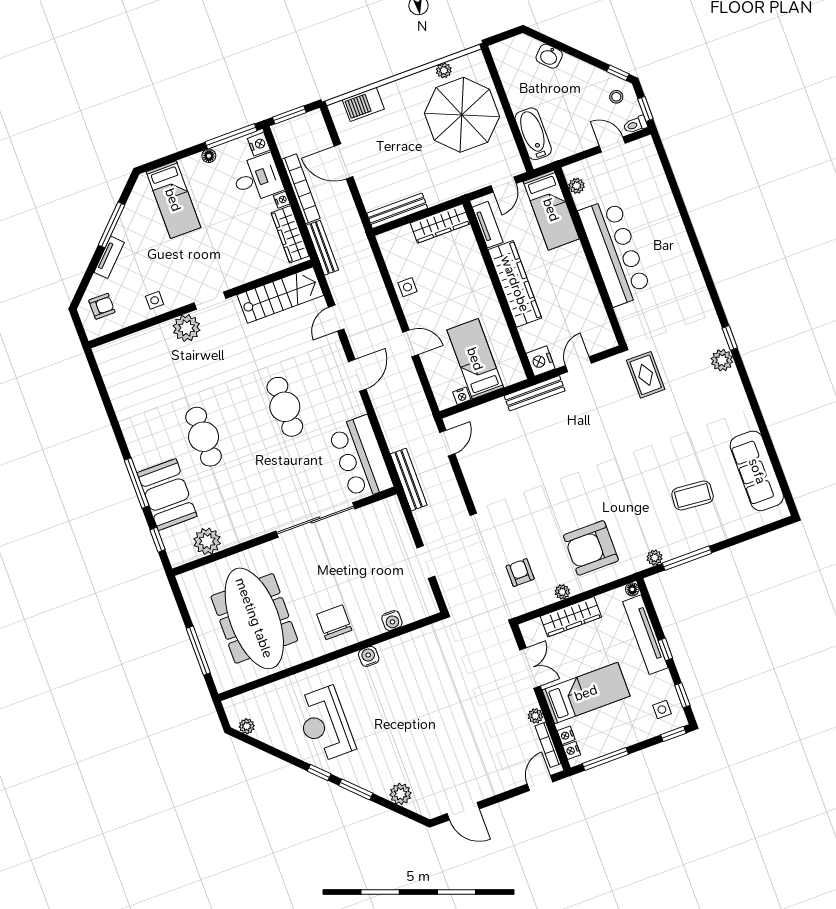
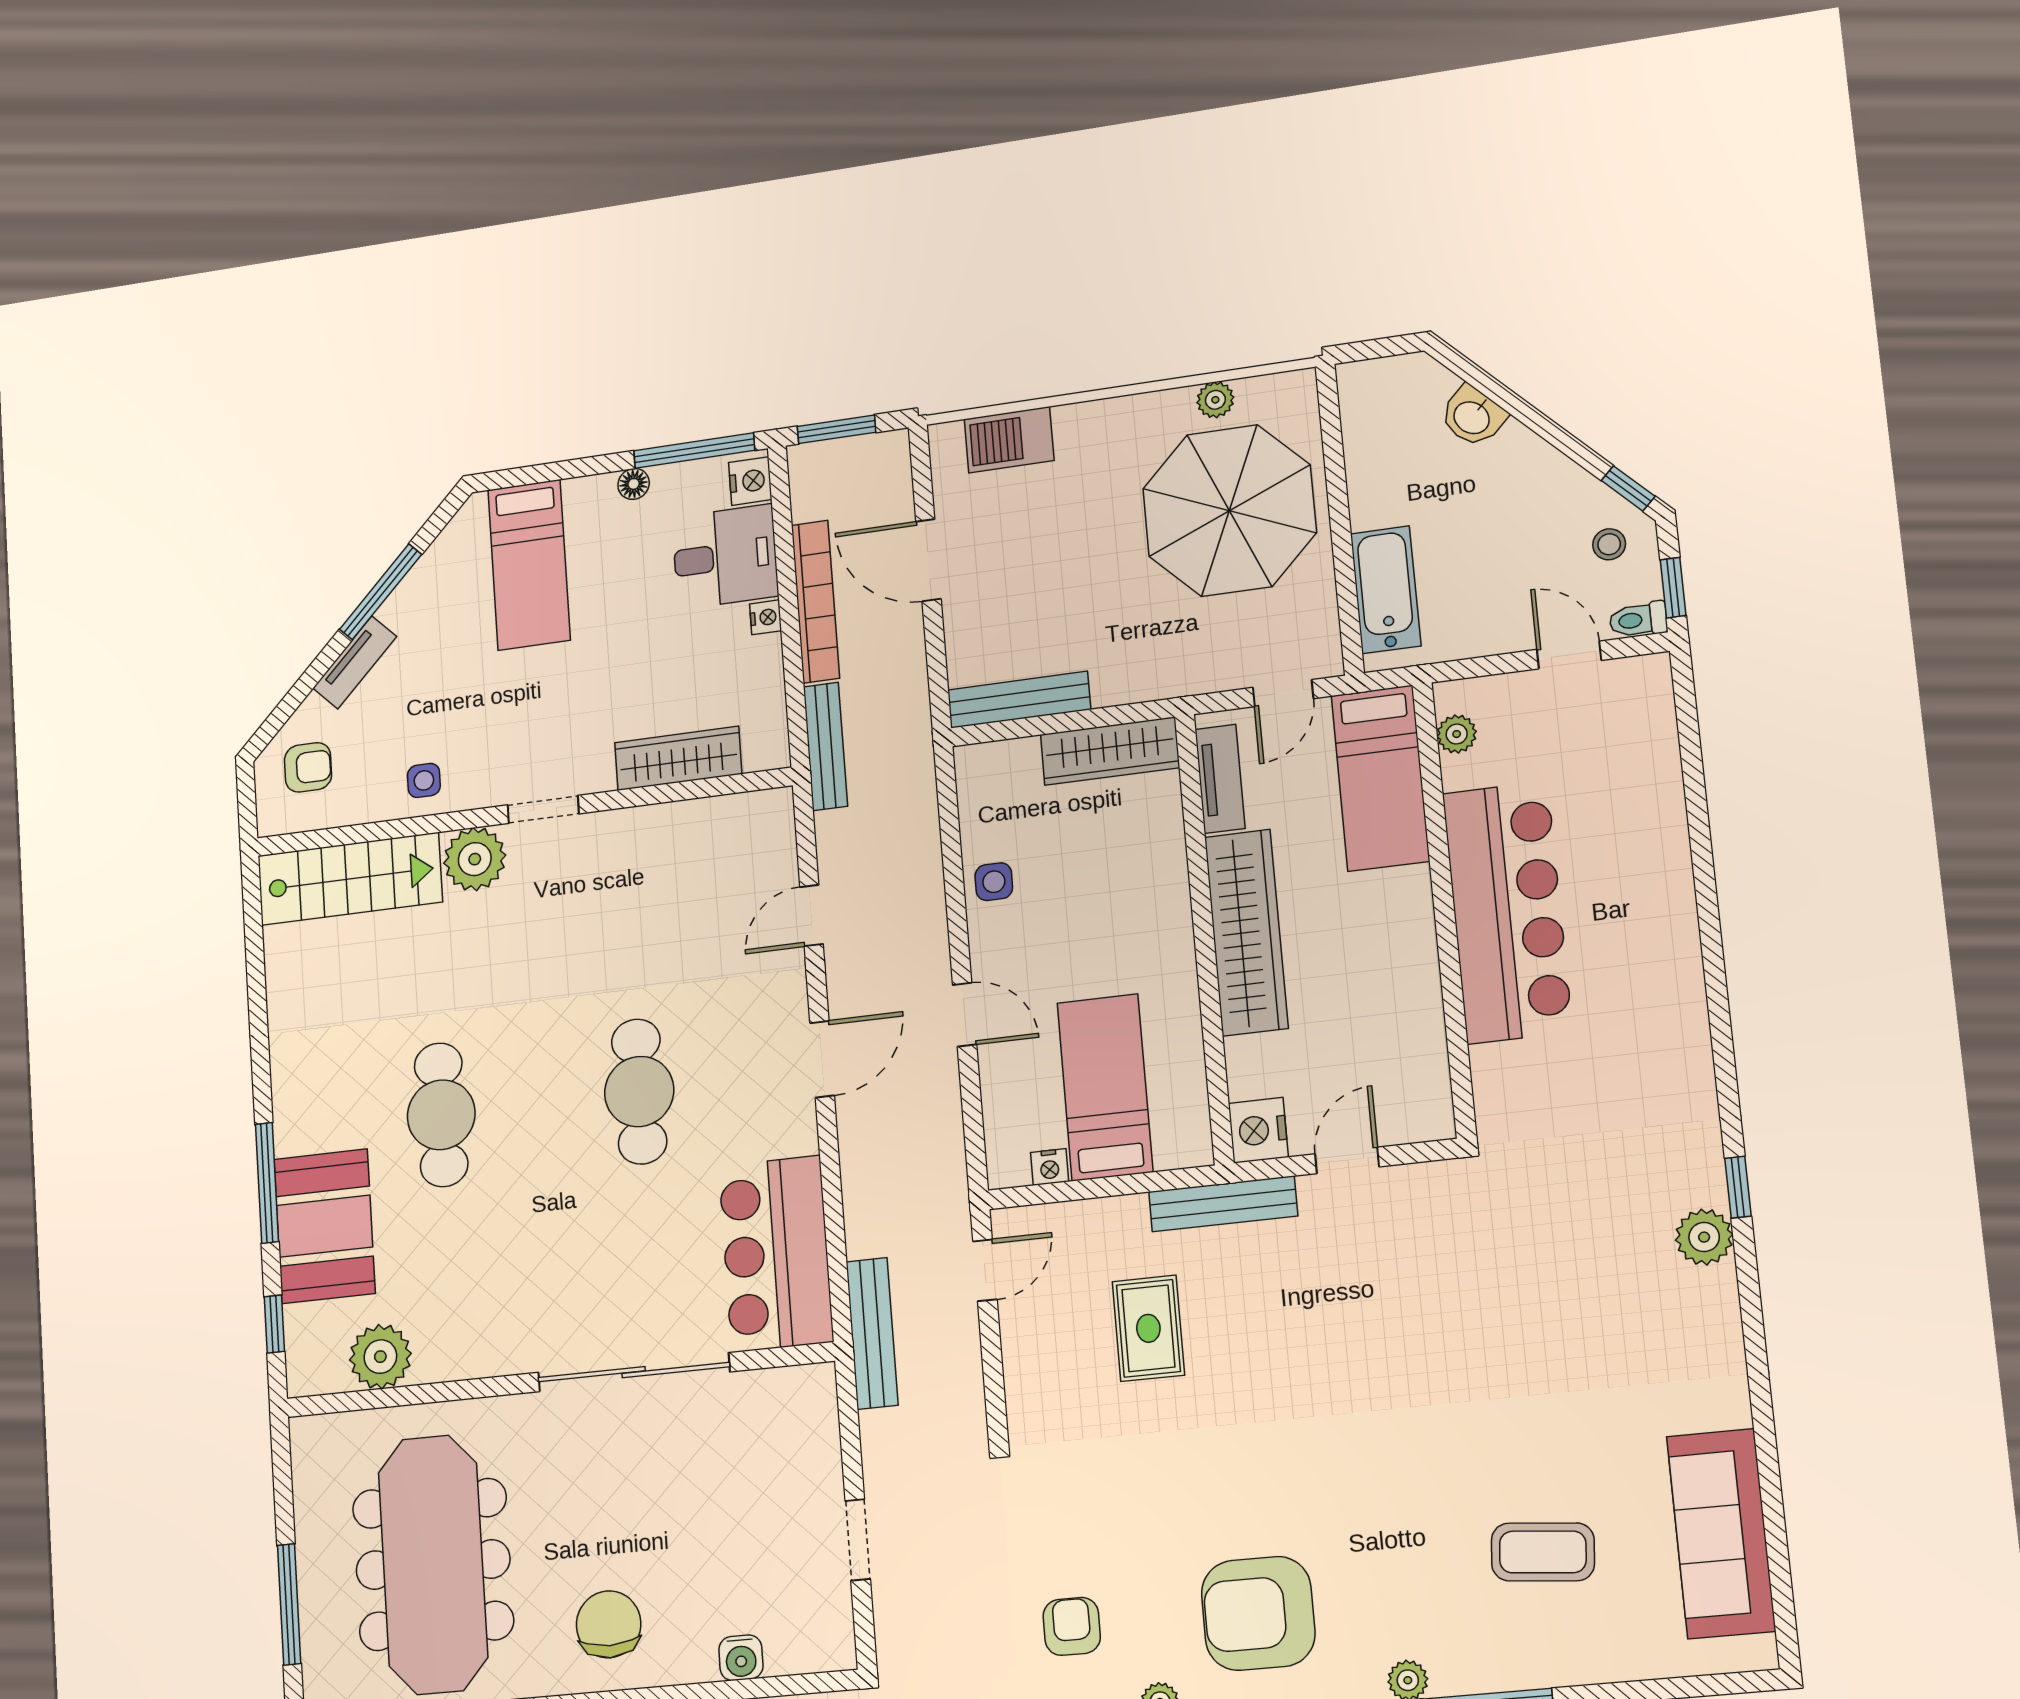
wardrobe: (290, 234) -> (678, 758), moved, turned 90
stairs: (280, 295) -> (350, 879), moved
rug: (646, 375) -> (1148, 1328), moved

